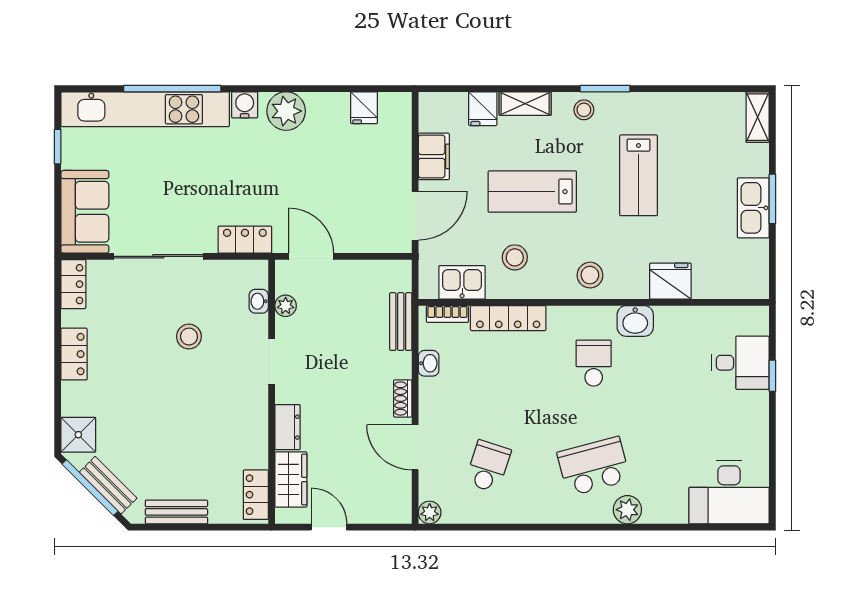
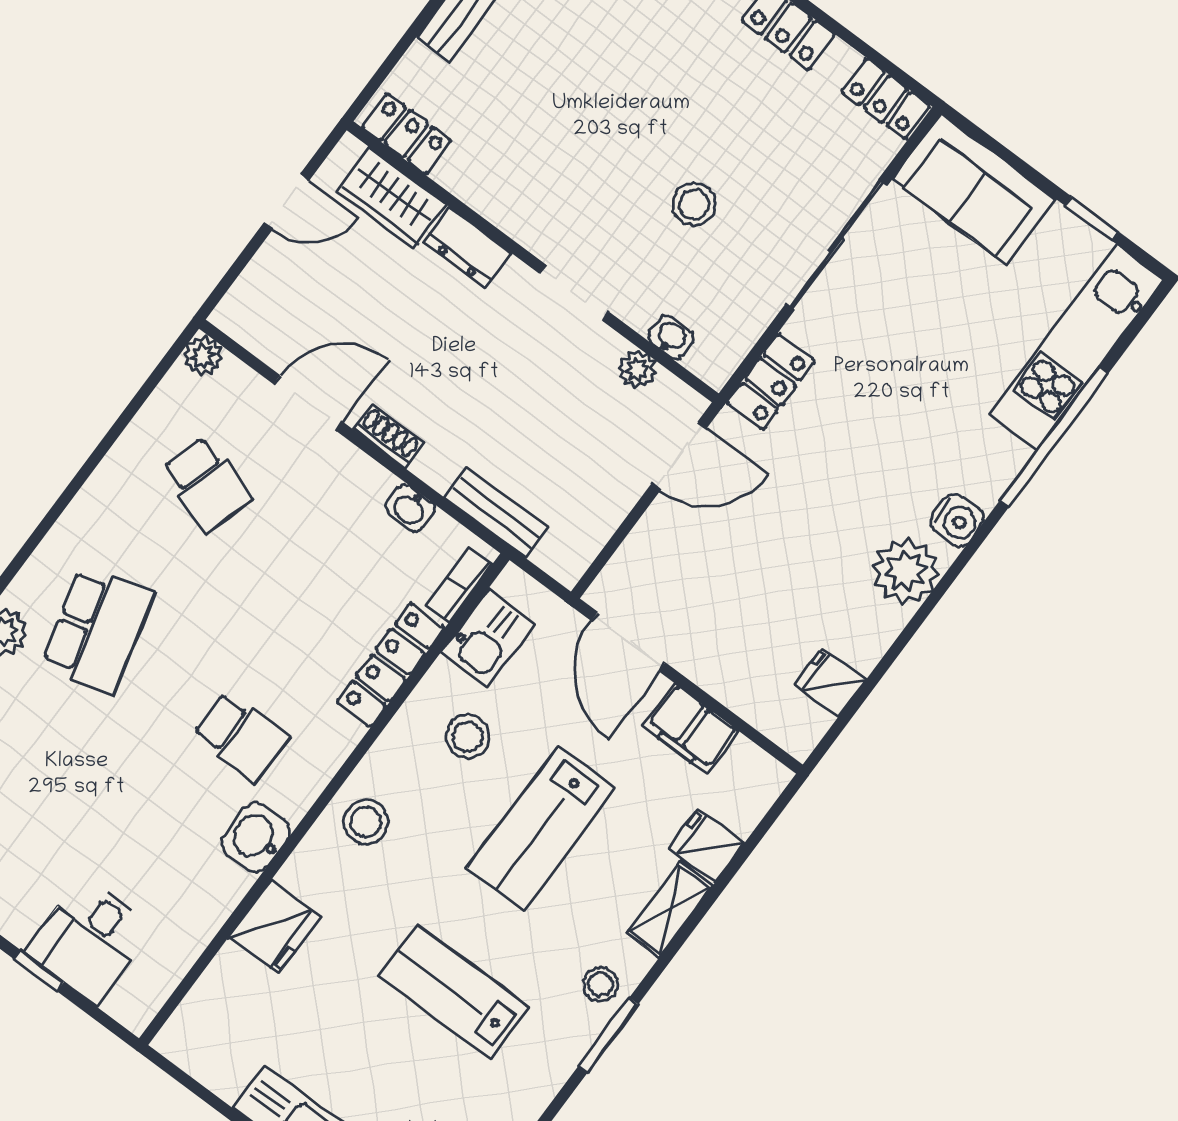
kitchen unit: (145, 109) -> (1077, 347), width x0.73
lab bench: (532, 192) -> (541, 829), turned 180

